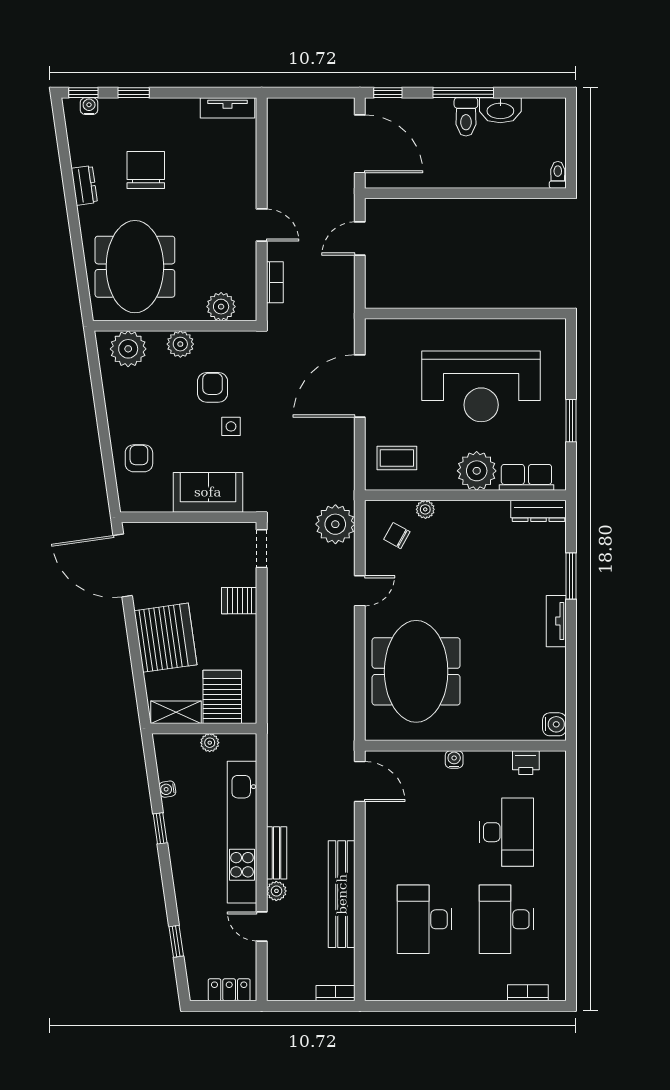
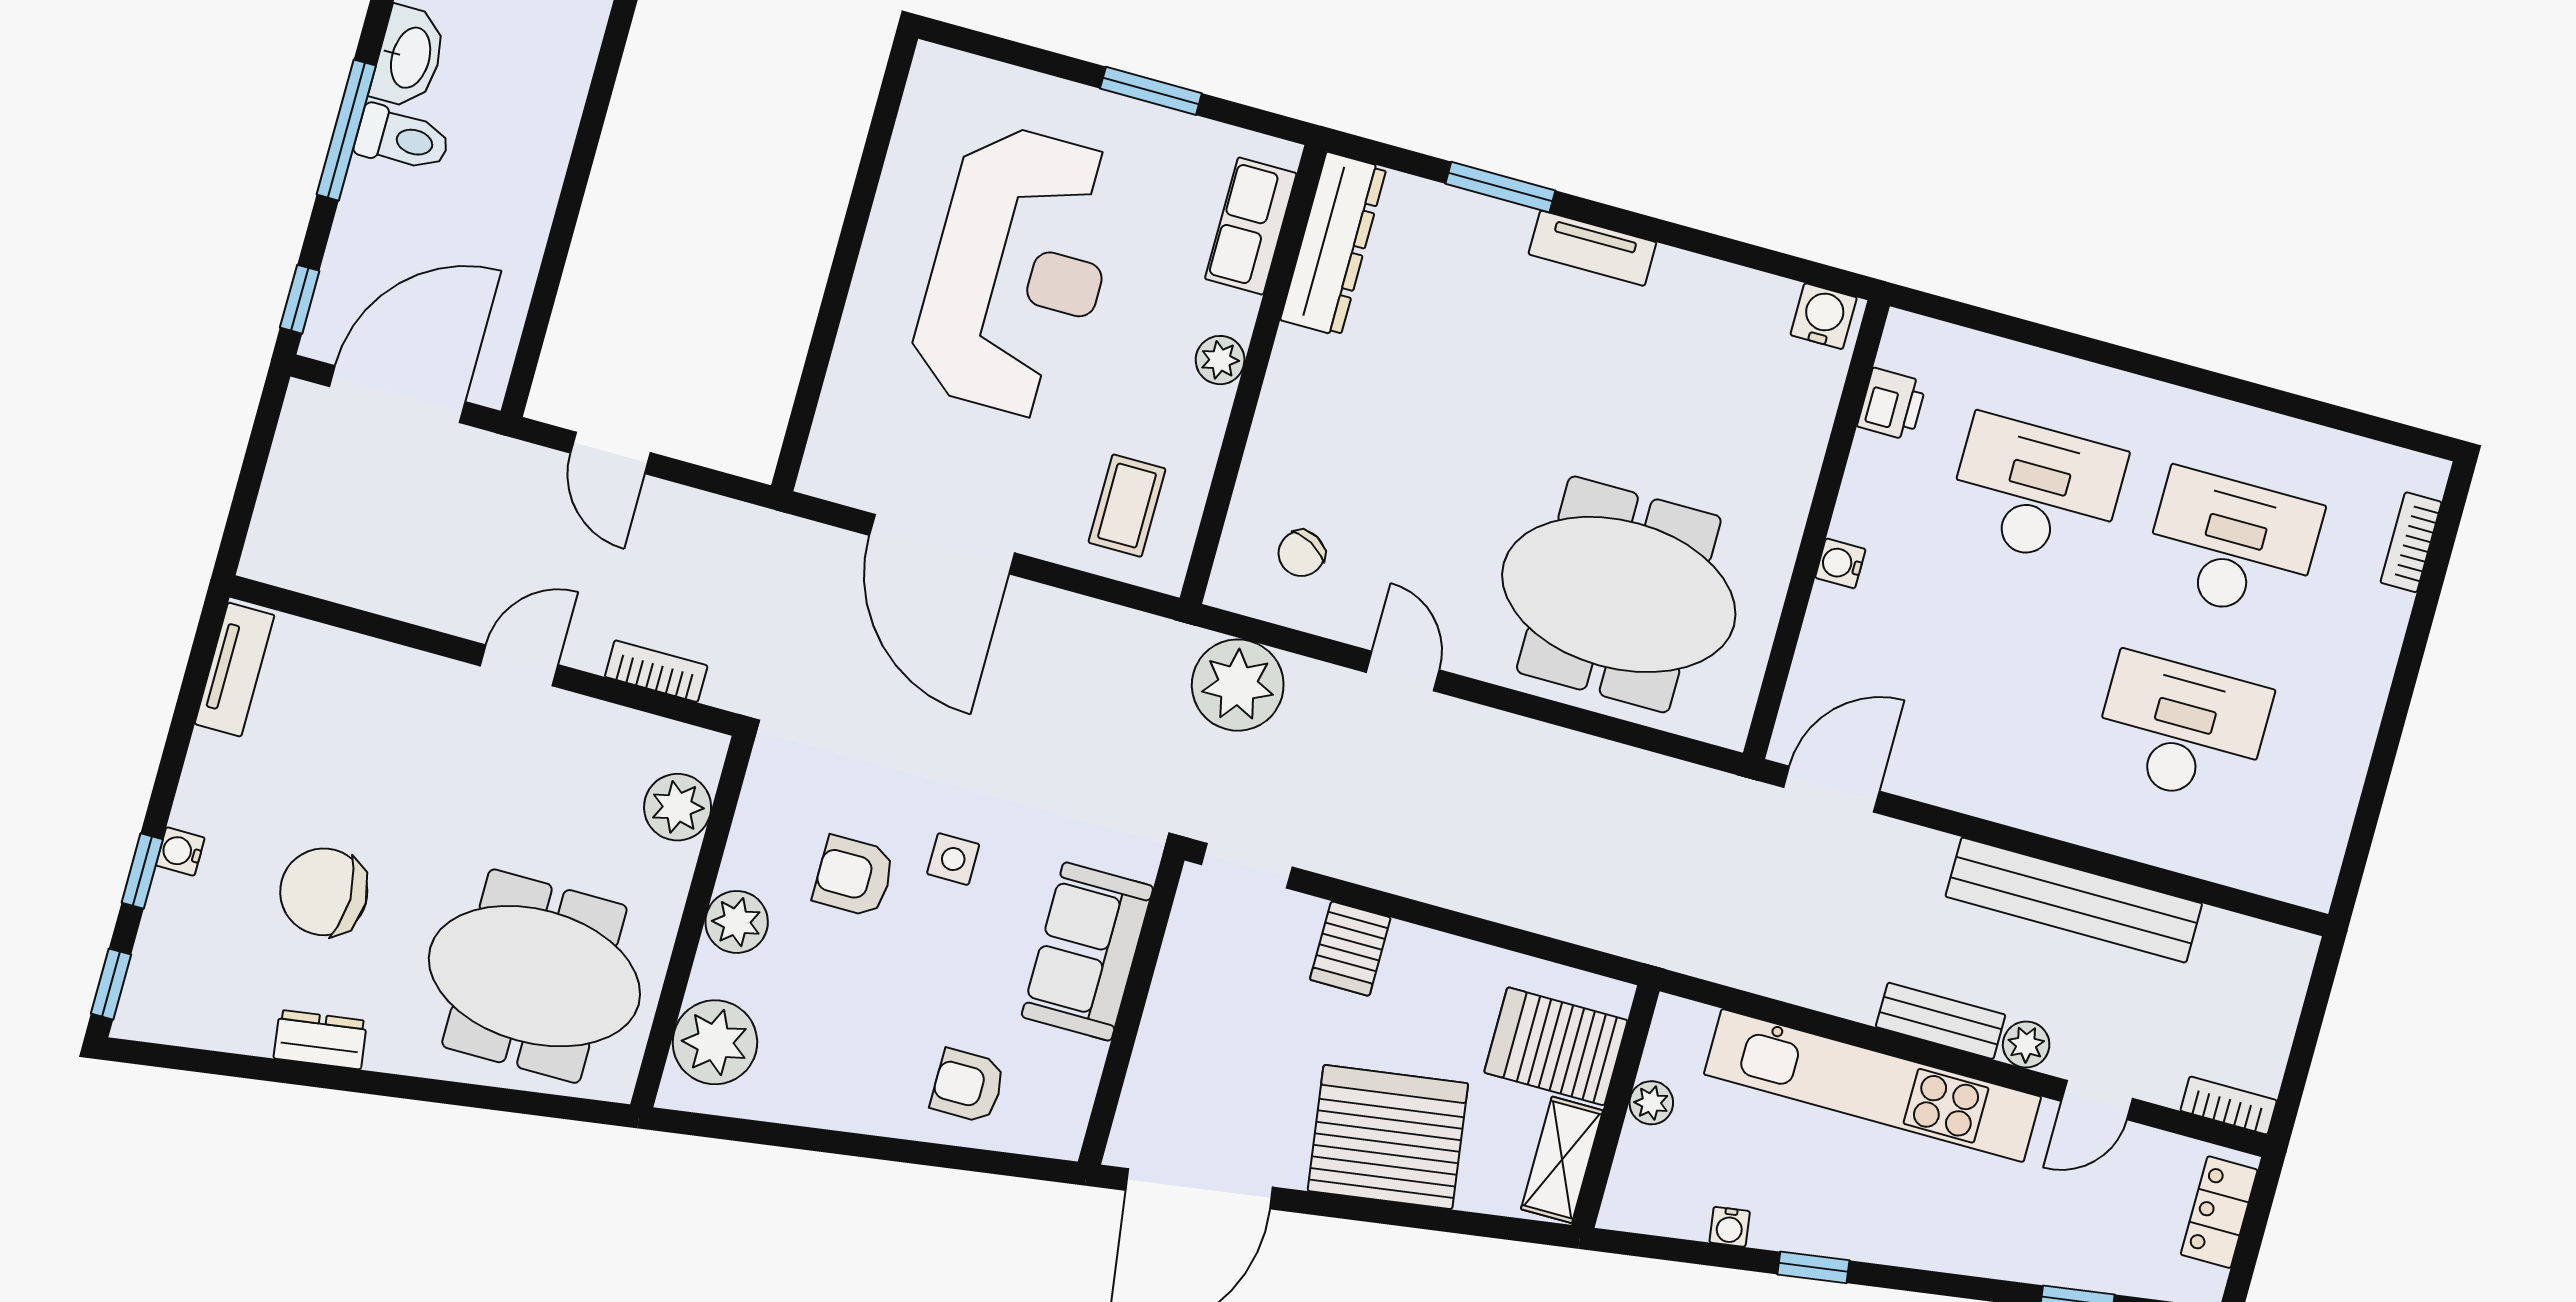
water cooler: (89, 106) -> (180, 852), moved
plant: (477, 471) -> (1220, 360), width x0.53, depth x0.53
plant: (425, 509) -> (1260, 473), removed
dresser: (539, 511) -> (1333, 244), width x1.37, depth x1.24
desk: (424, 919) -> (2182, 729), turned 180
desk: (506, 919) -> (2232, 545), turned 180
bookcase: (336, 993) -> (2229, 1106), moved, turned 90

